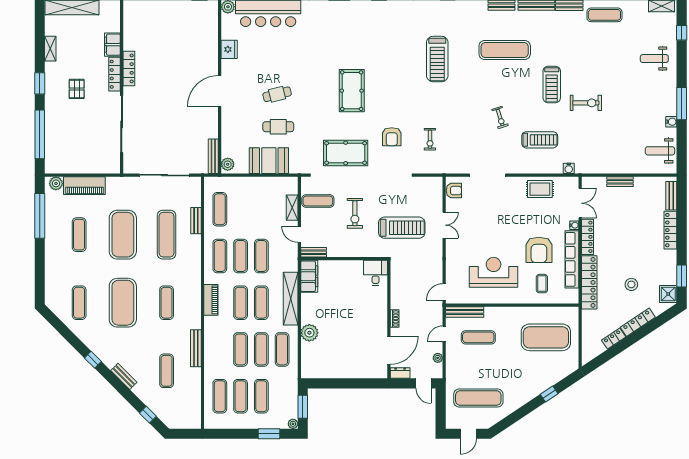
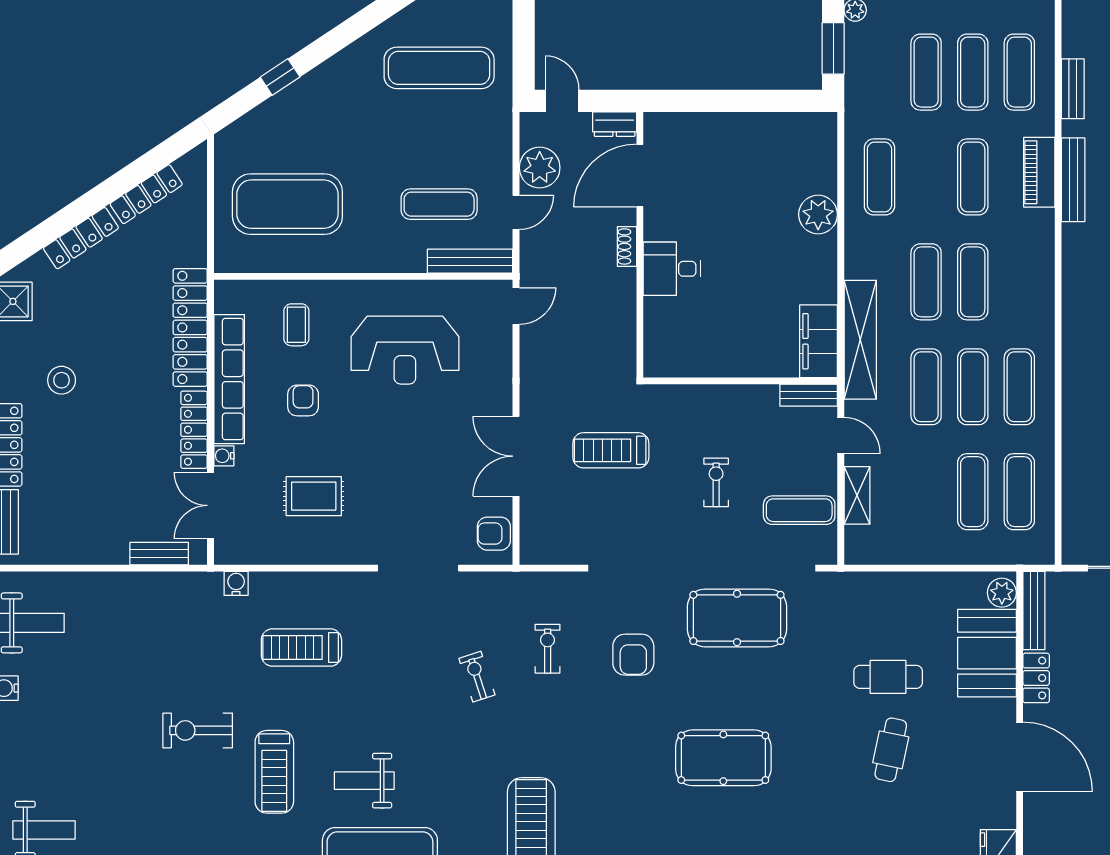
weight bench: (512, 81) -> (364, 781), added
treadmill: (552, 84) -> (274, 772), turned 180
door: (220, 91) -> (1020, 757), hinge flipped
pool table: (352, 91) -> (723, 758), turned 90
cafe table: (277, 94) -> (891, 750), turned -64
exercise bike: (500, 118) -> (477, 677), moved
locker: (212, 126) -> (1036, 678), added
armchair: (392, 137) -> (633, 655), turned 180
booth: (269, 161) -> (987, 653), moved, turned 90
bench: (620, 182) -> (159, 554), moved
rug: (540, 189) -> (314, 496), moved
exercise bike: (355, 213) -> (716, 482), width x0.73, depth x0.72
bench: (196, 221) -> (1073, 89), moved
double door: (444, 225) -> (516, 456), width x1.37
treadmill: (402, 228) -> (611, 450), width x0.73, depth x0.73
armchair: (539, 250) -> (303, 400), width x0.53, depth x0.53
desk: (376, 273) -> (672, 269), moved, turned 90
stool: (631, 284) -> (62, 380), moved
shelving: (291, 299) -> (860, 340), moved
piano: (211, 300) -> (1039, 172), moved
locker: (614, 339) -> (146, 194), width x1.53
exercise mat: (261, 349) -> (973, 492), moved
plant: (438, 358) -> (540, 168), width x1.88, depth x1.88

